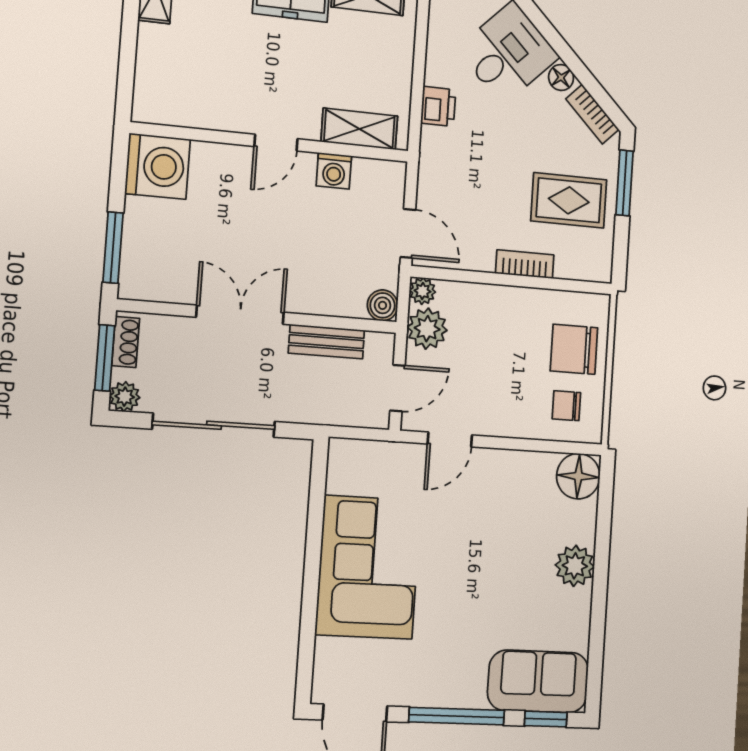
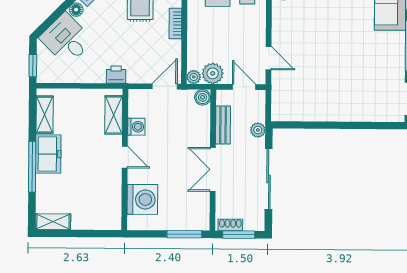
printer: (438, 107) -> (116, 75), moved
washing machine: (158, 166) -> (142, 199), moved, turned 90
plant: (125, 397) -> (258, 130), moved
corner sofa: (368, 567) -> (335, 97), removed

